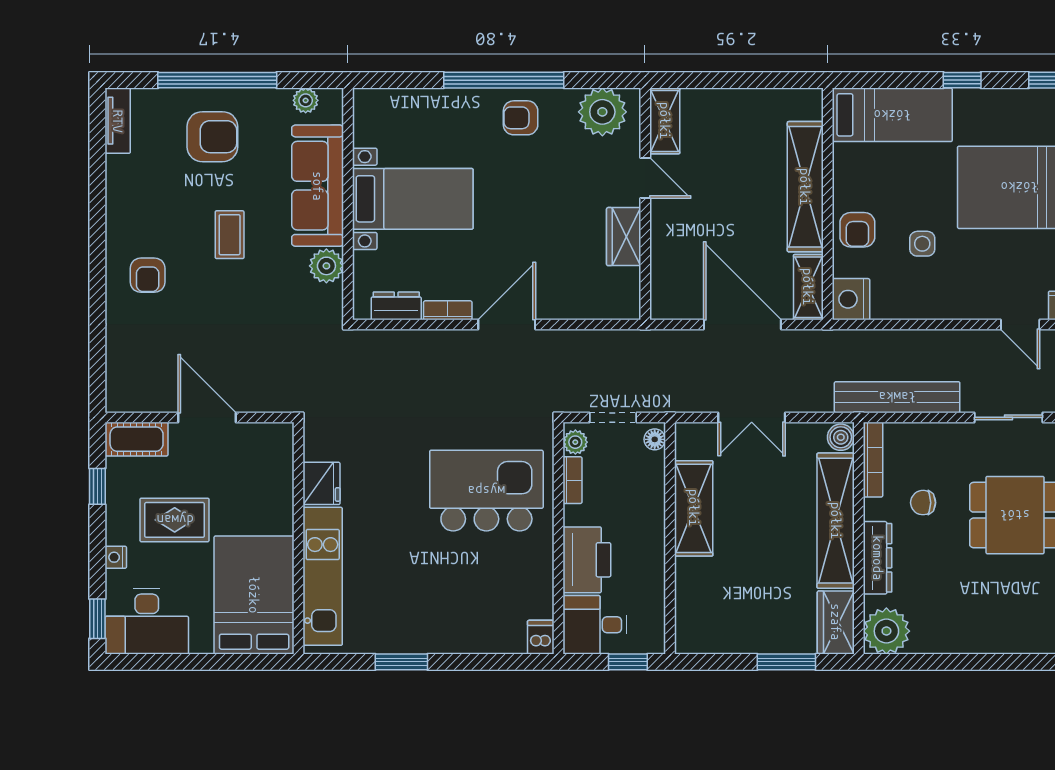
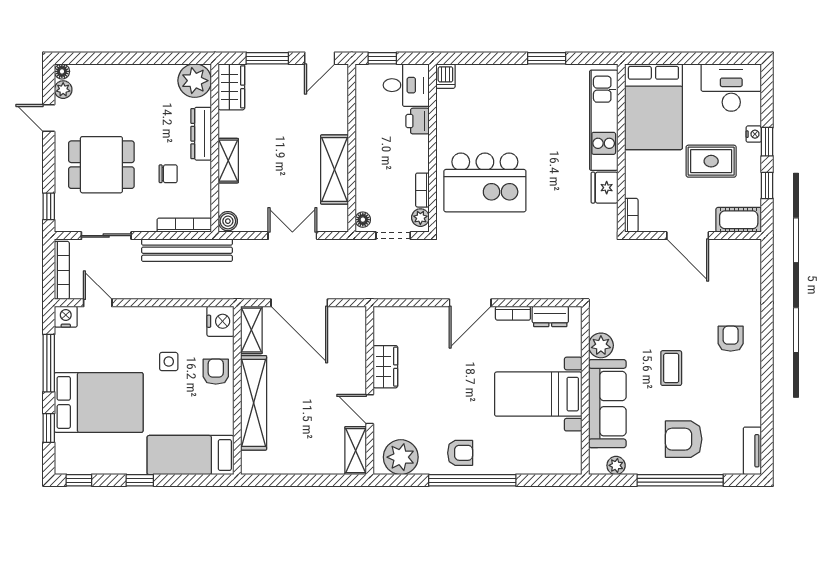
bookcase: (285, 445) -> (631, 215), added
bookcase: (873, 460) -> (184, 225), moved, turned 90
shelving: (836, 521) -> (228, 161), width x0.45, depth x0.75
printer: (587, 560) -> (418, 121), width x0.53, depth x0.68
window: (97, 619) -> (767, 142), moved
door: (714, 662) -> (320, 58), added

